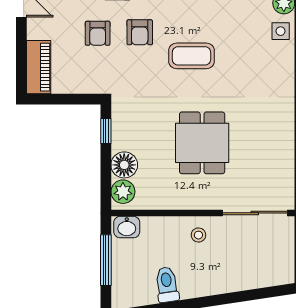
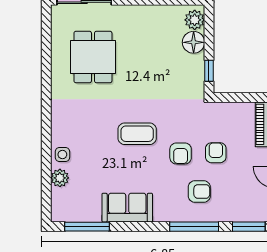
armchair: (140, 32) -> (181, 153), turned 180
dining table: (202, 143) -> (93, 57), moved

